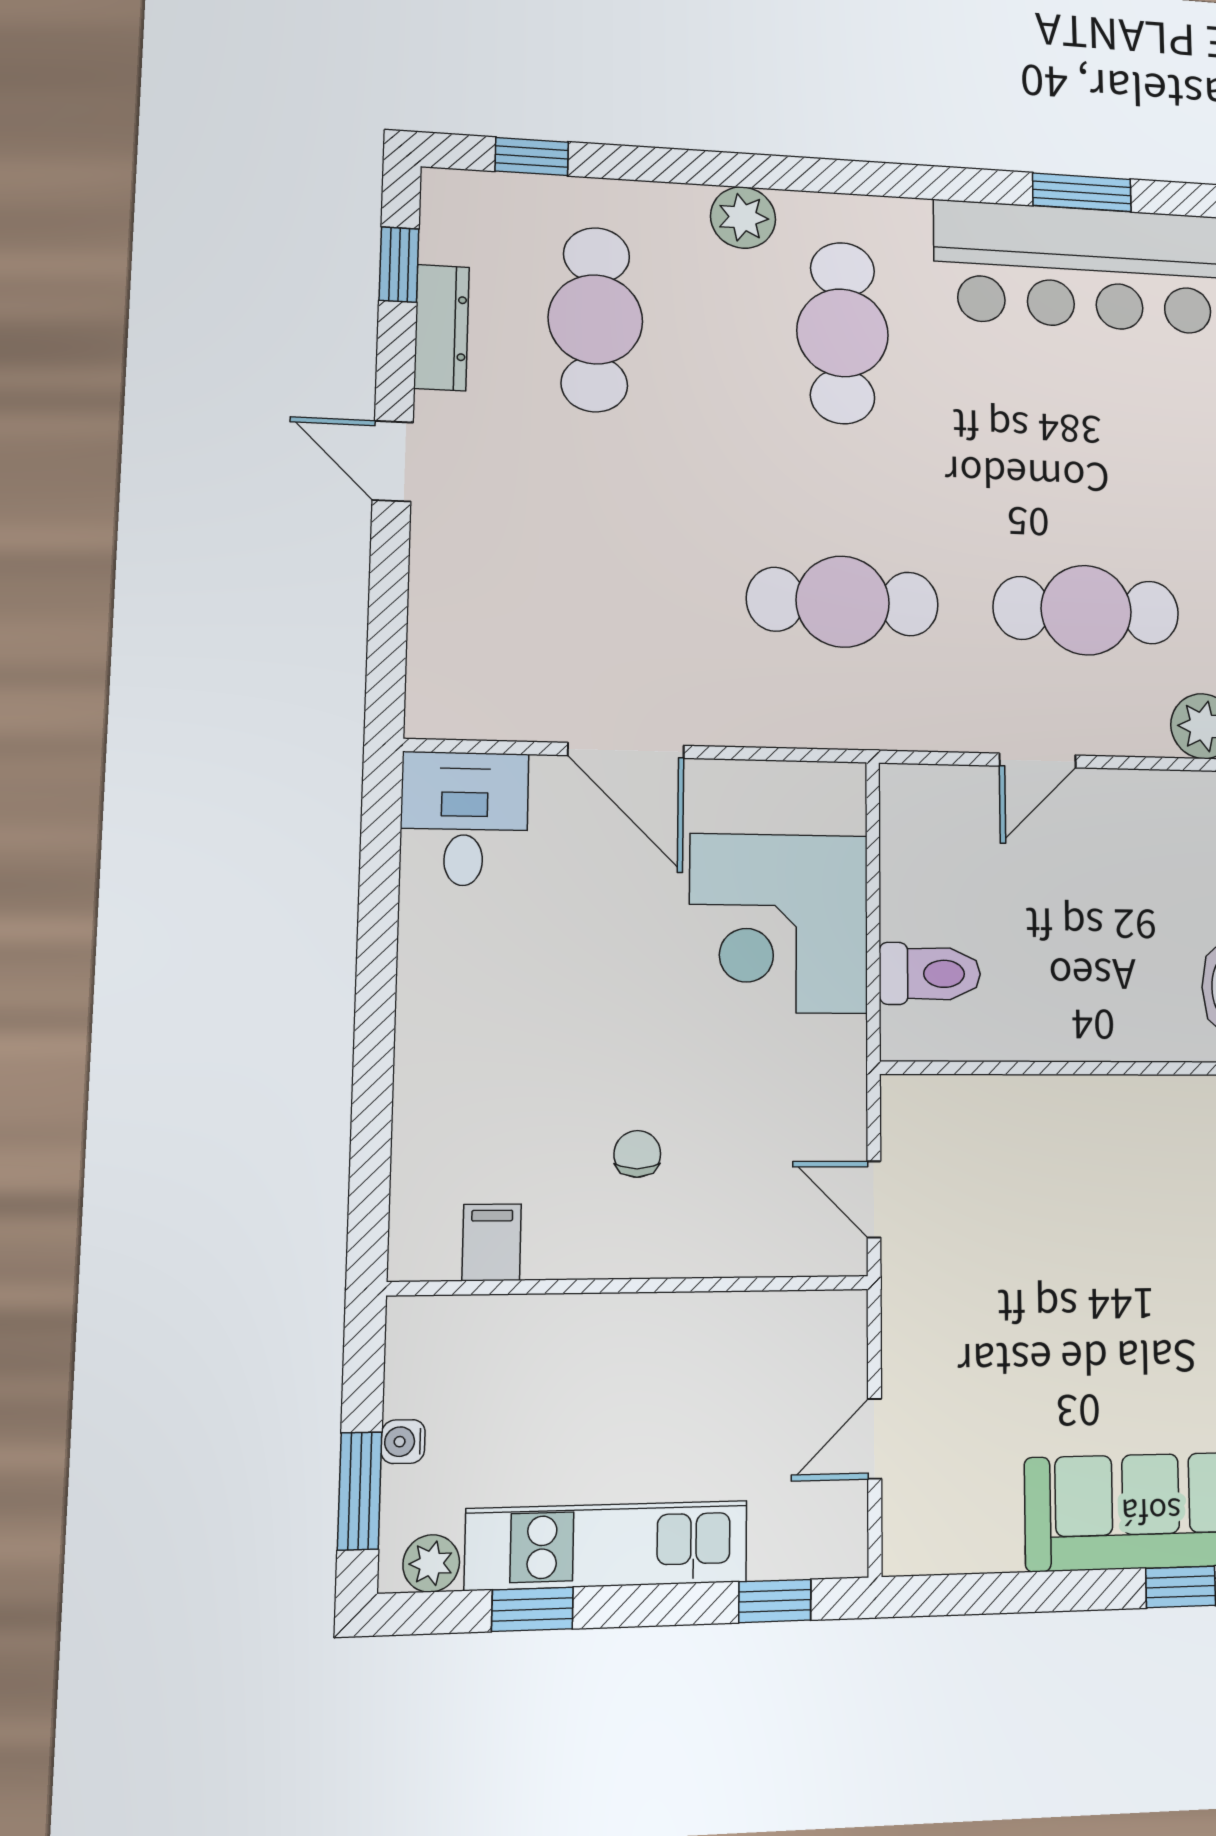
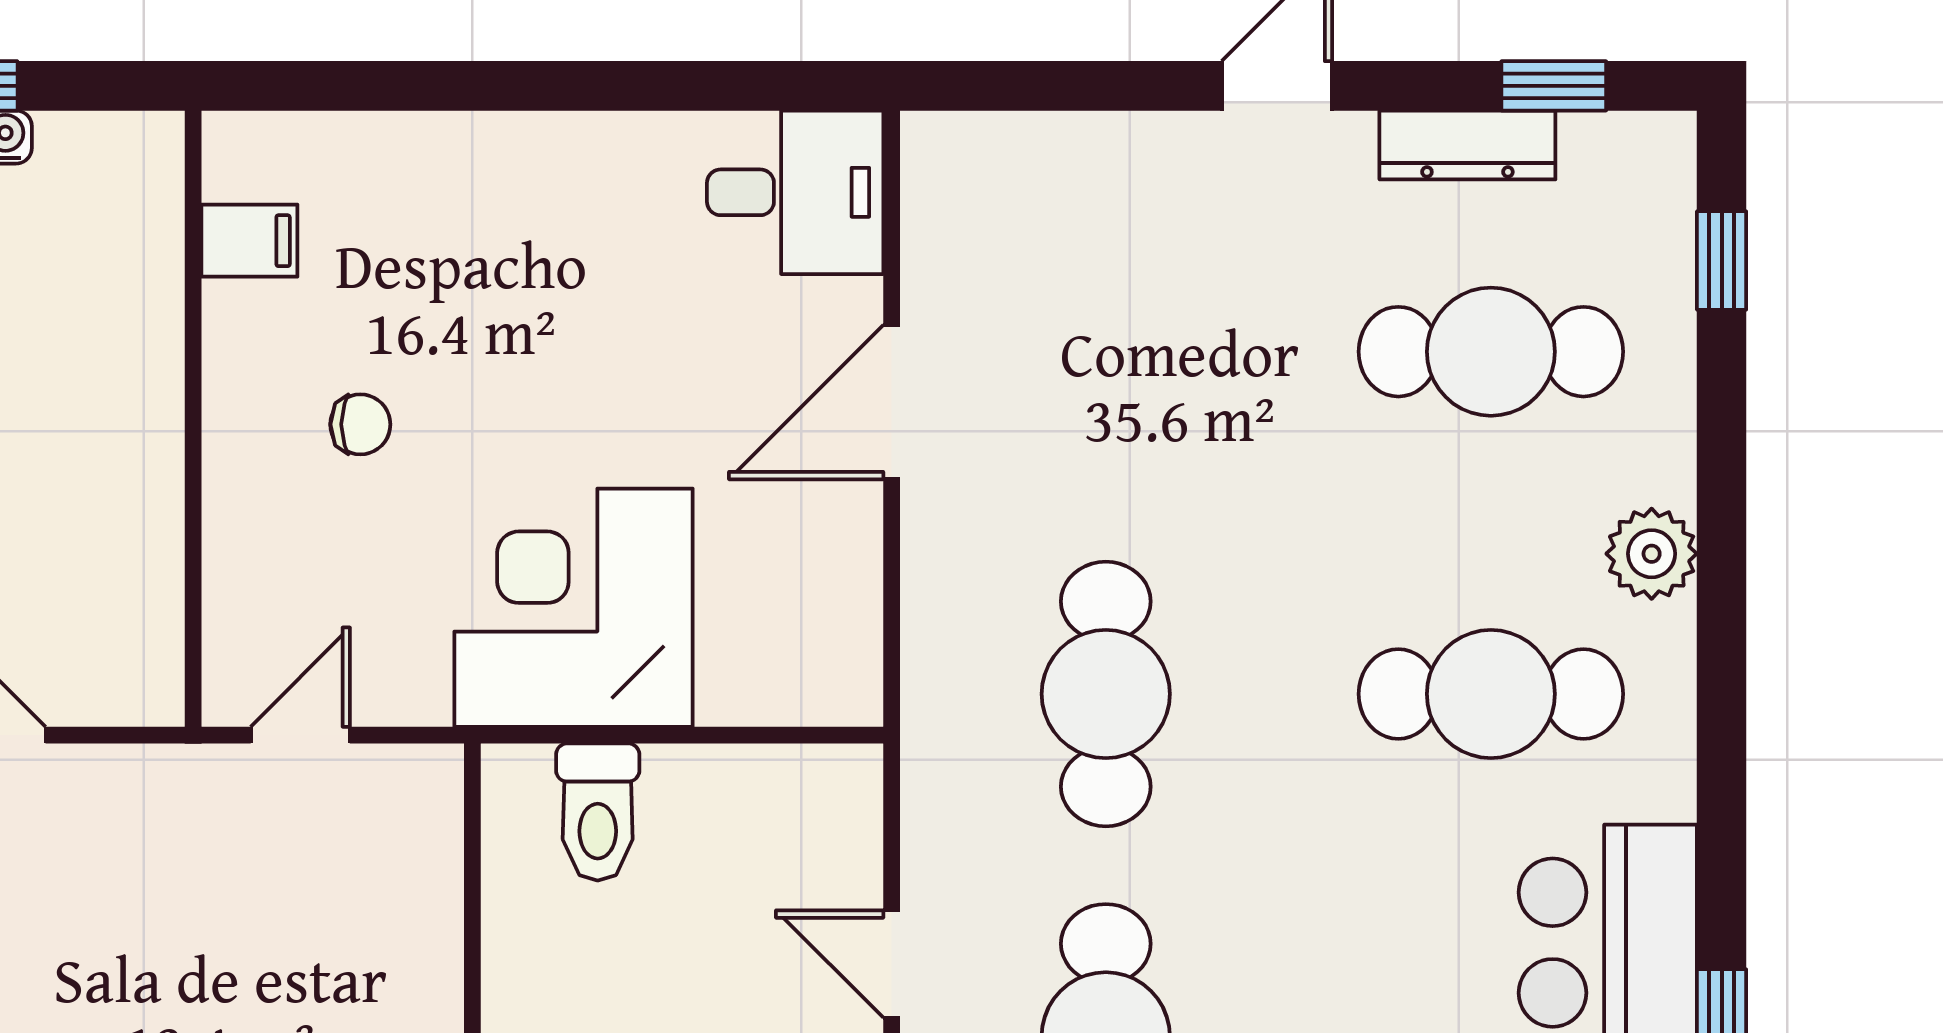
corner desk: (779, 923) -> (573, 608), moved

